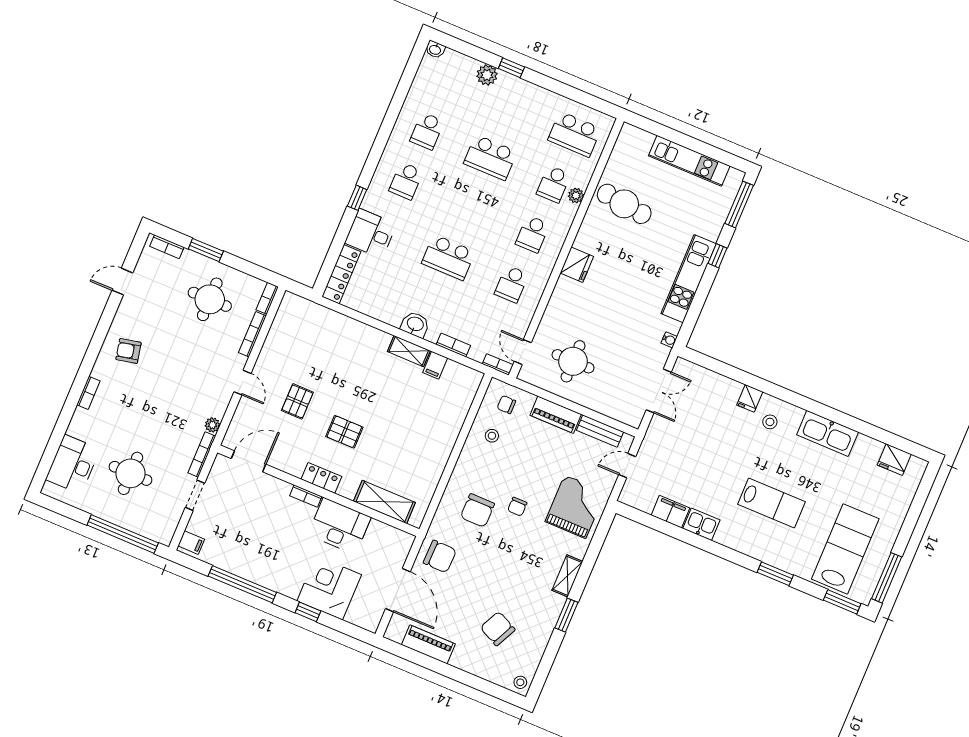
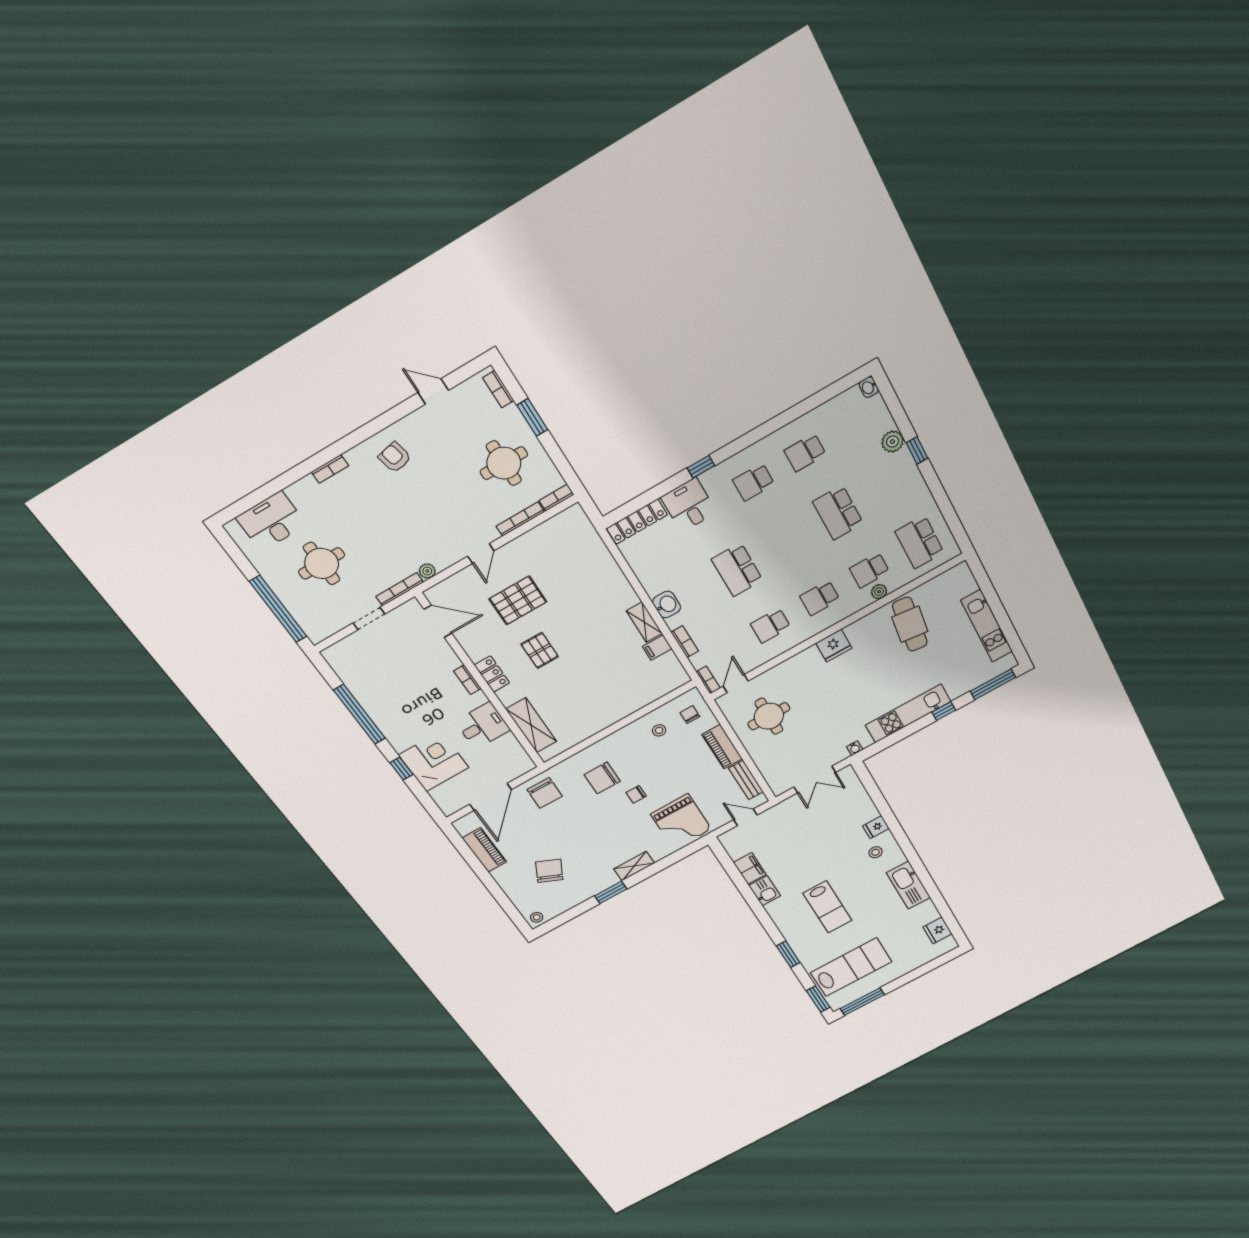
pallet: (297, 401) -> (518, 600), width x1.50, depth x1.42
grand piano: (575, 507) -> (681, 822), turned 90
desk: (339, 526) -> (483, 726), width x0.73
filing cabinet: (191, 543) -> (337, 654), removed

